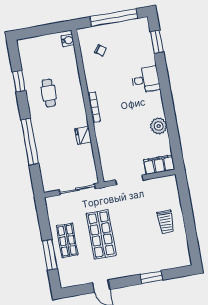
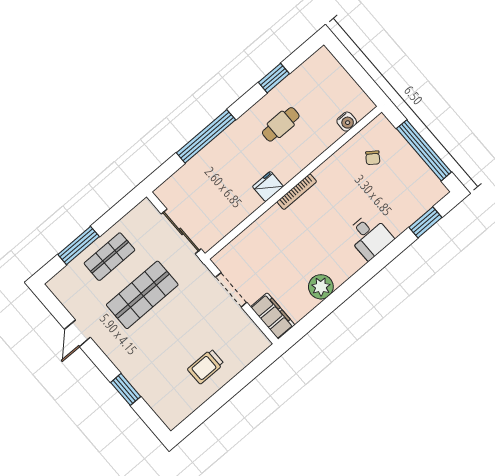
water cooler: (68, 40) -> (347, 122), moved
fridge: (83, 135) -> (268, 186), moved

